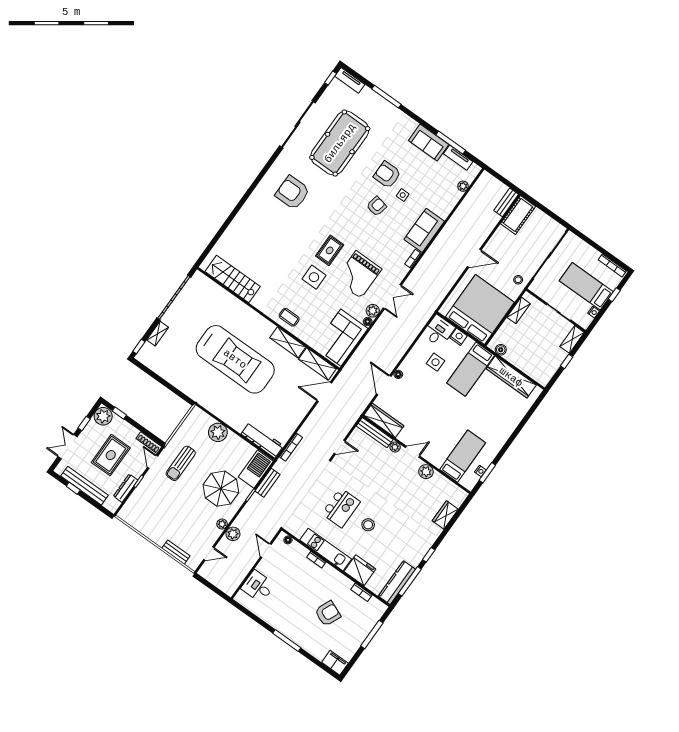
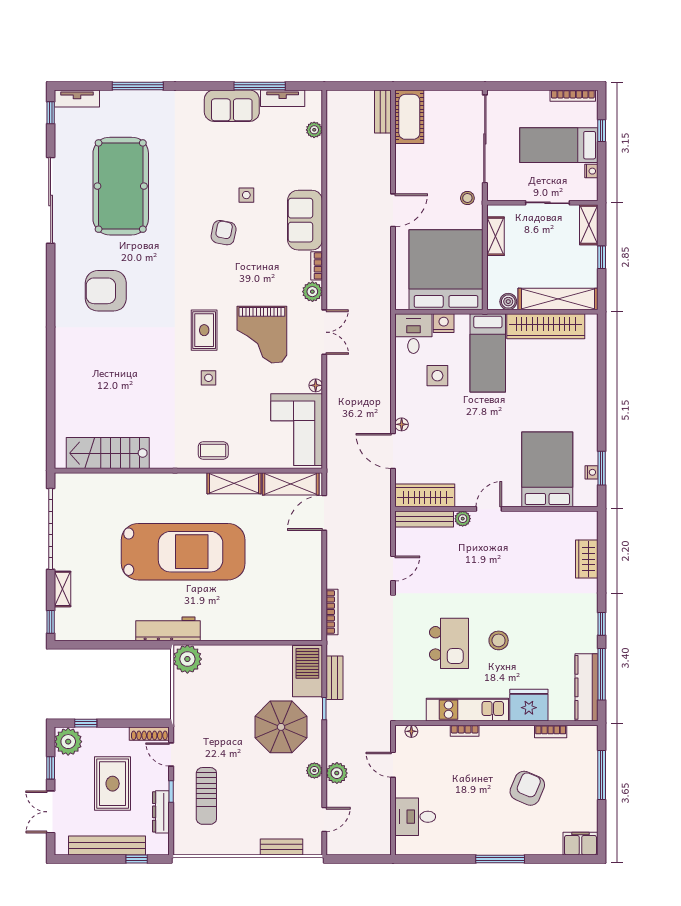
armchair: (387, 175) -> (209, 183), removed
side table: (314, 277) -> (208, 378), width x0.54, depth x0.54
plant: (373, 311) -> (312, 292), moved
shelving: (528, 367) -> (558, 299), added
plant: (218, 432) -> (187, 659), moved
workbench: (262, 440) -> (168, 629), moved
bed: (463, 456) -> (547, 469), width x1.50
sun lounger: (181, 463) -> (206, 796), moved
plant: (426, 472) -> (524, 522), removed
window: (73, 488) -> (137, 859), moved

